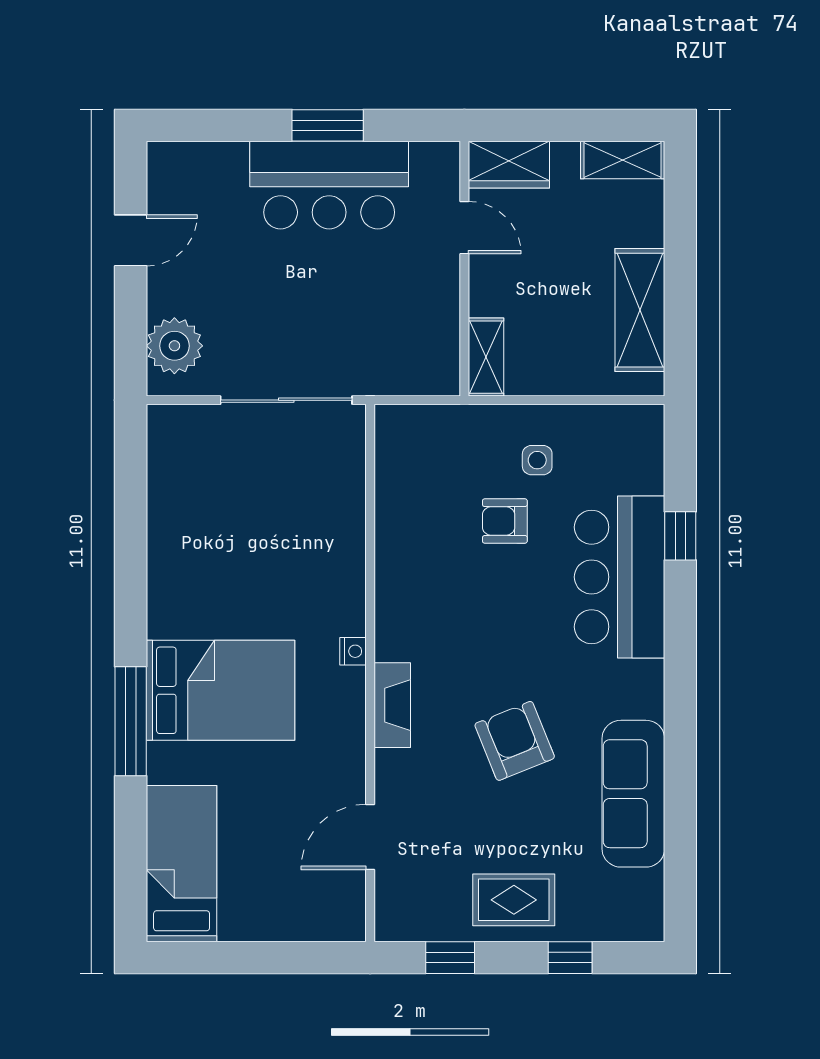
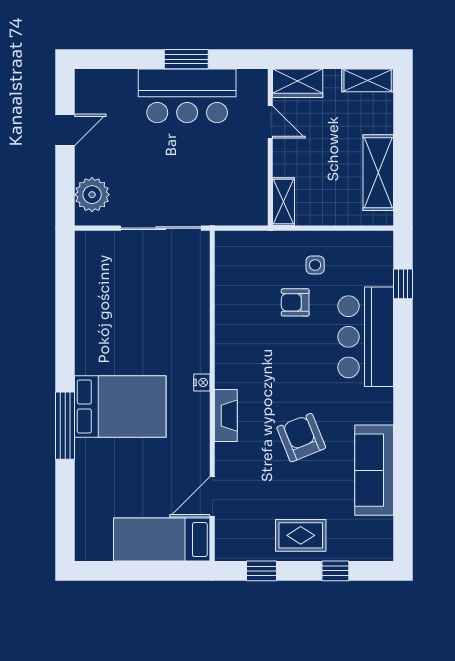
window: (680, 536) -> (403, 284), moved
bed: (182, 864) -> (162, 540), moved, turned -90

